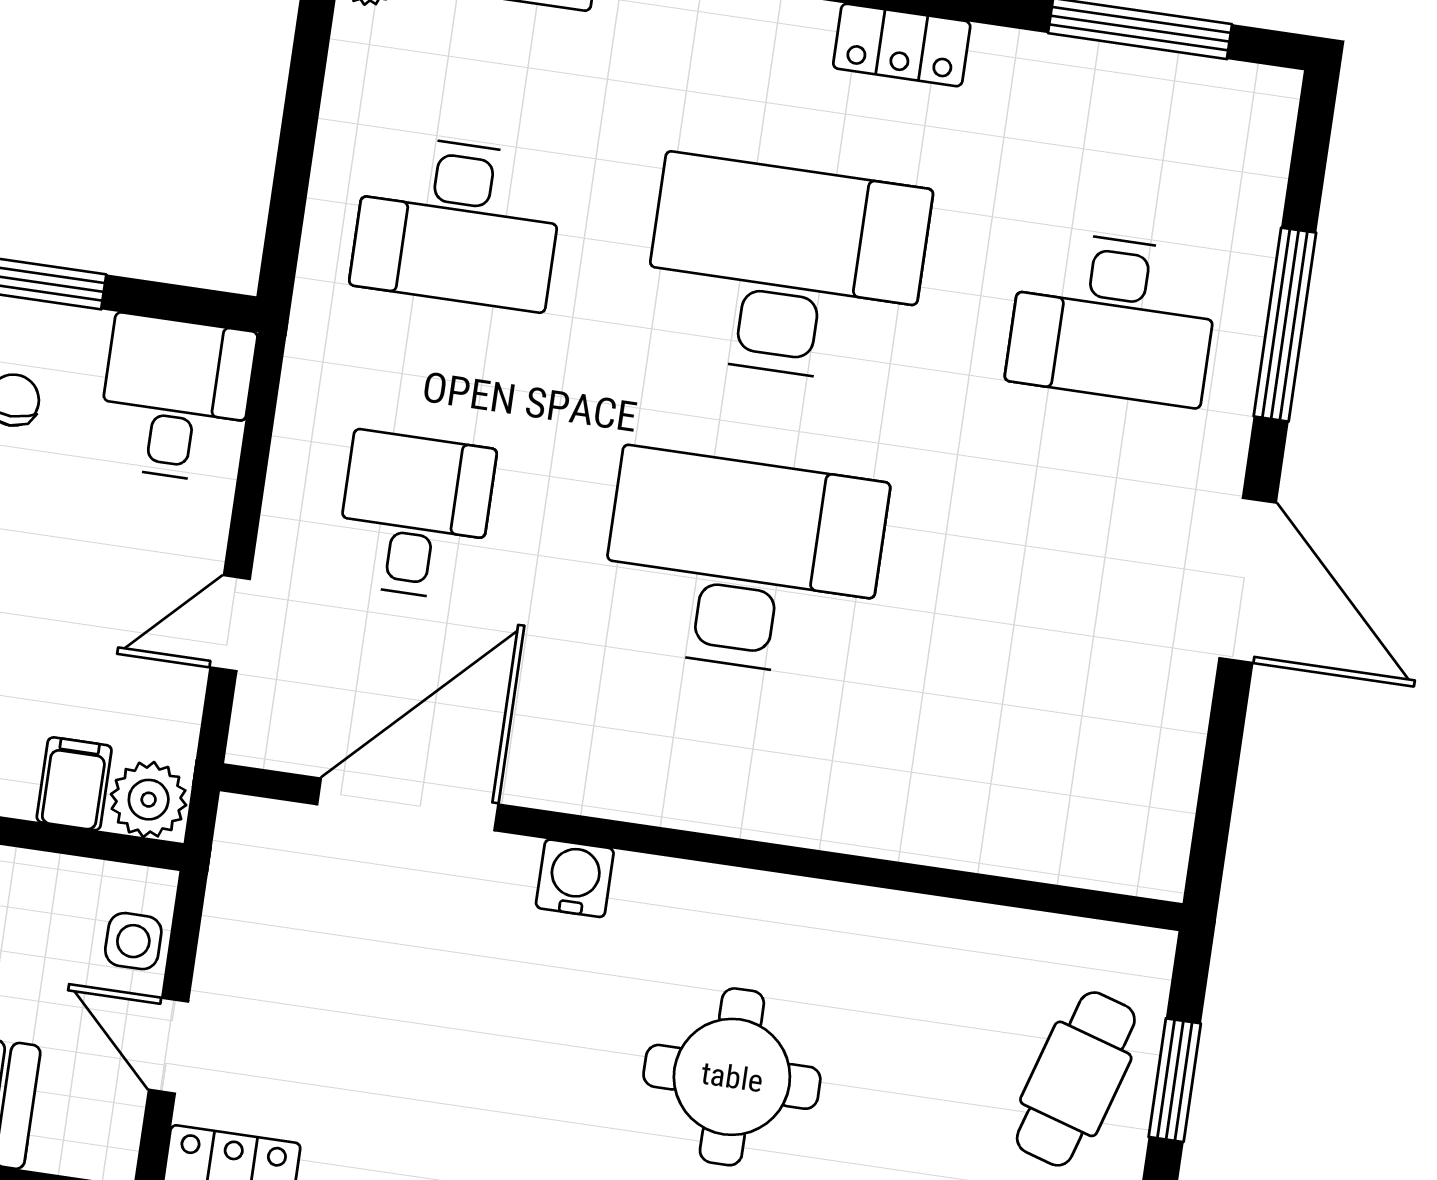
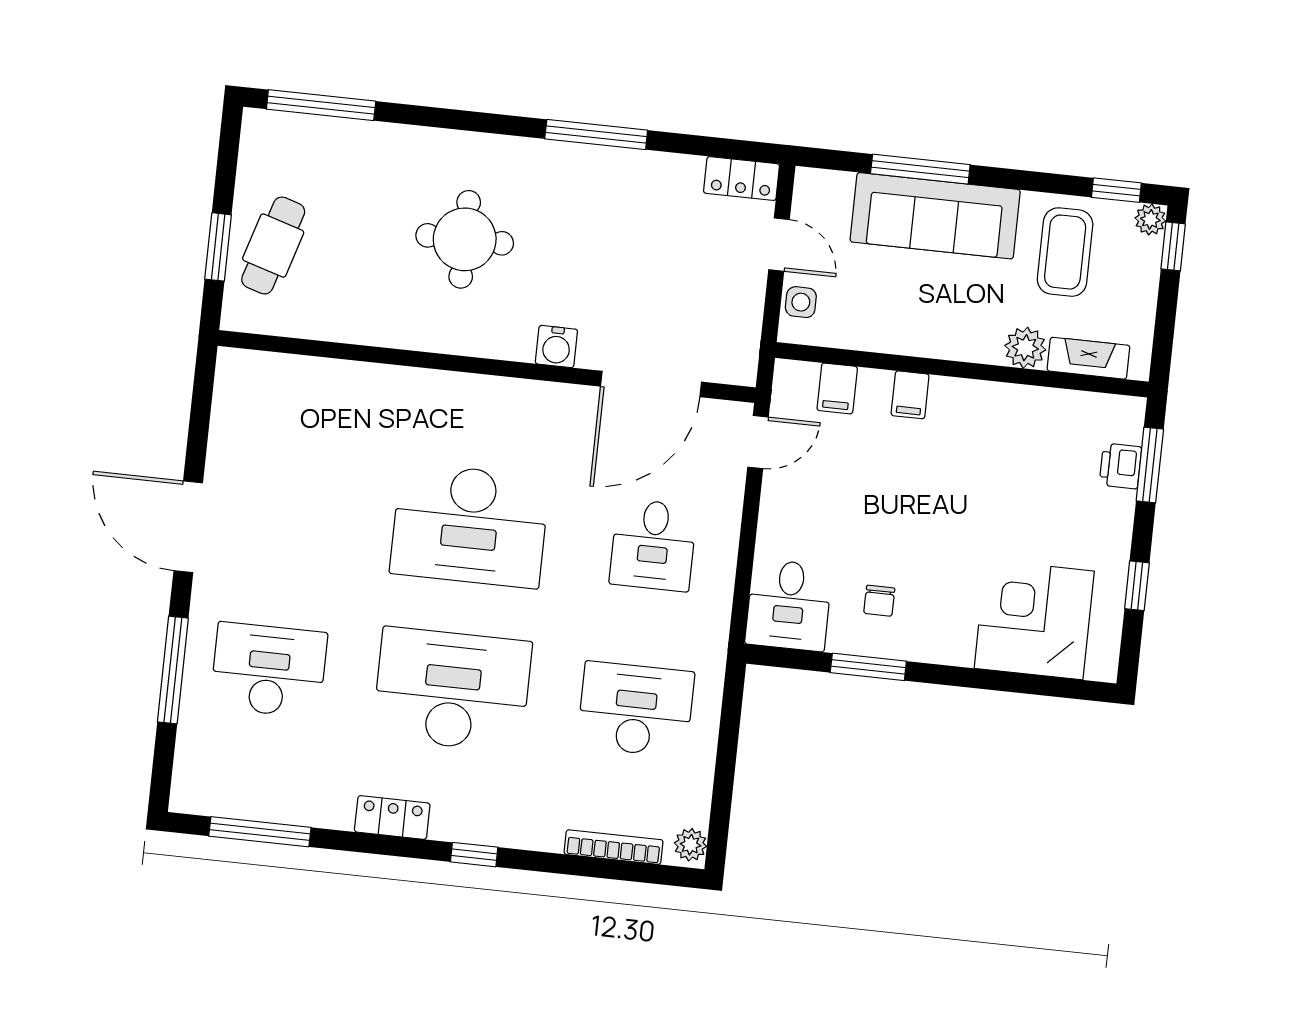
desk: (785, 270) -> (452, 690), turned 180
door: (230, 623) -> (758, 442), moved
plant: (149, 800) -> (795, 381), removed

